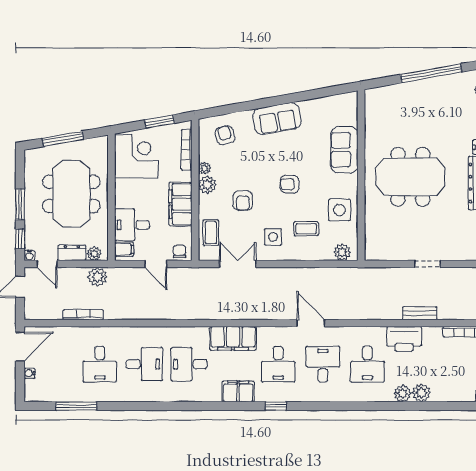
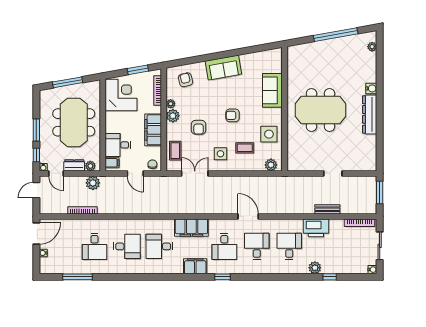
desk: (367, 364) -> (289, 246), turned 180
plant: (421, 393) -> (329, 267), removed
window: (423, 406) -> (330, 277), added

